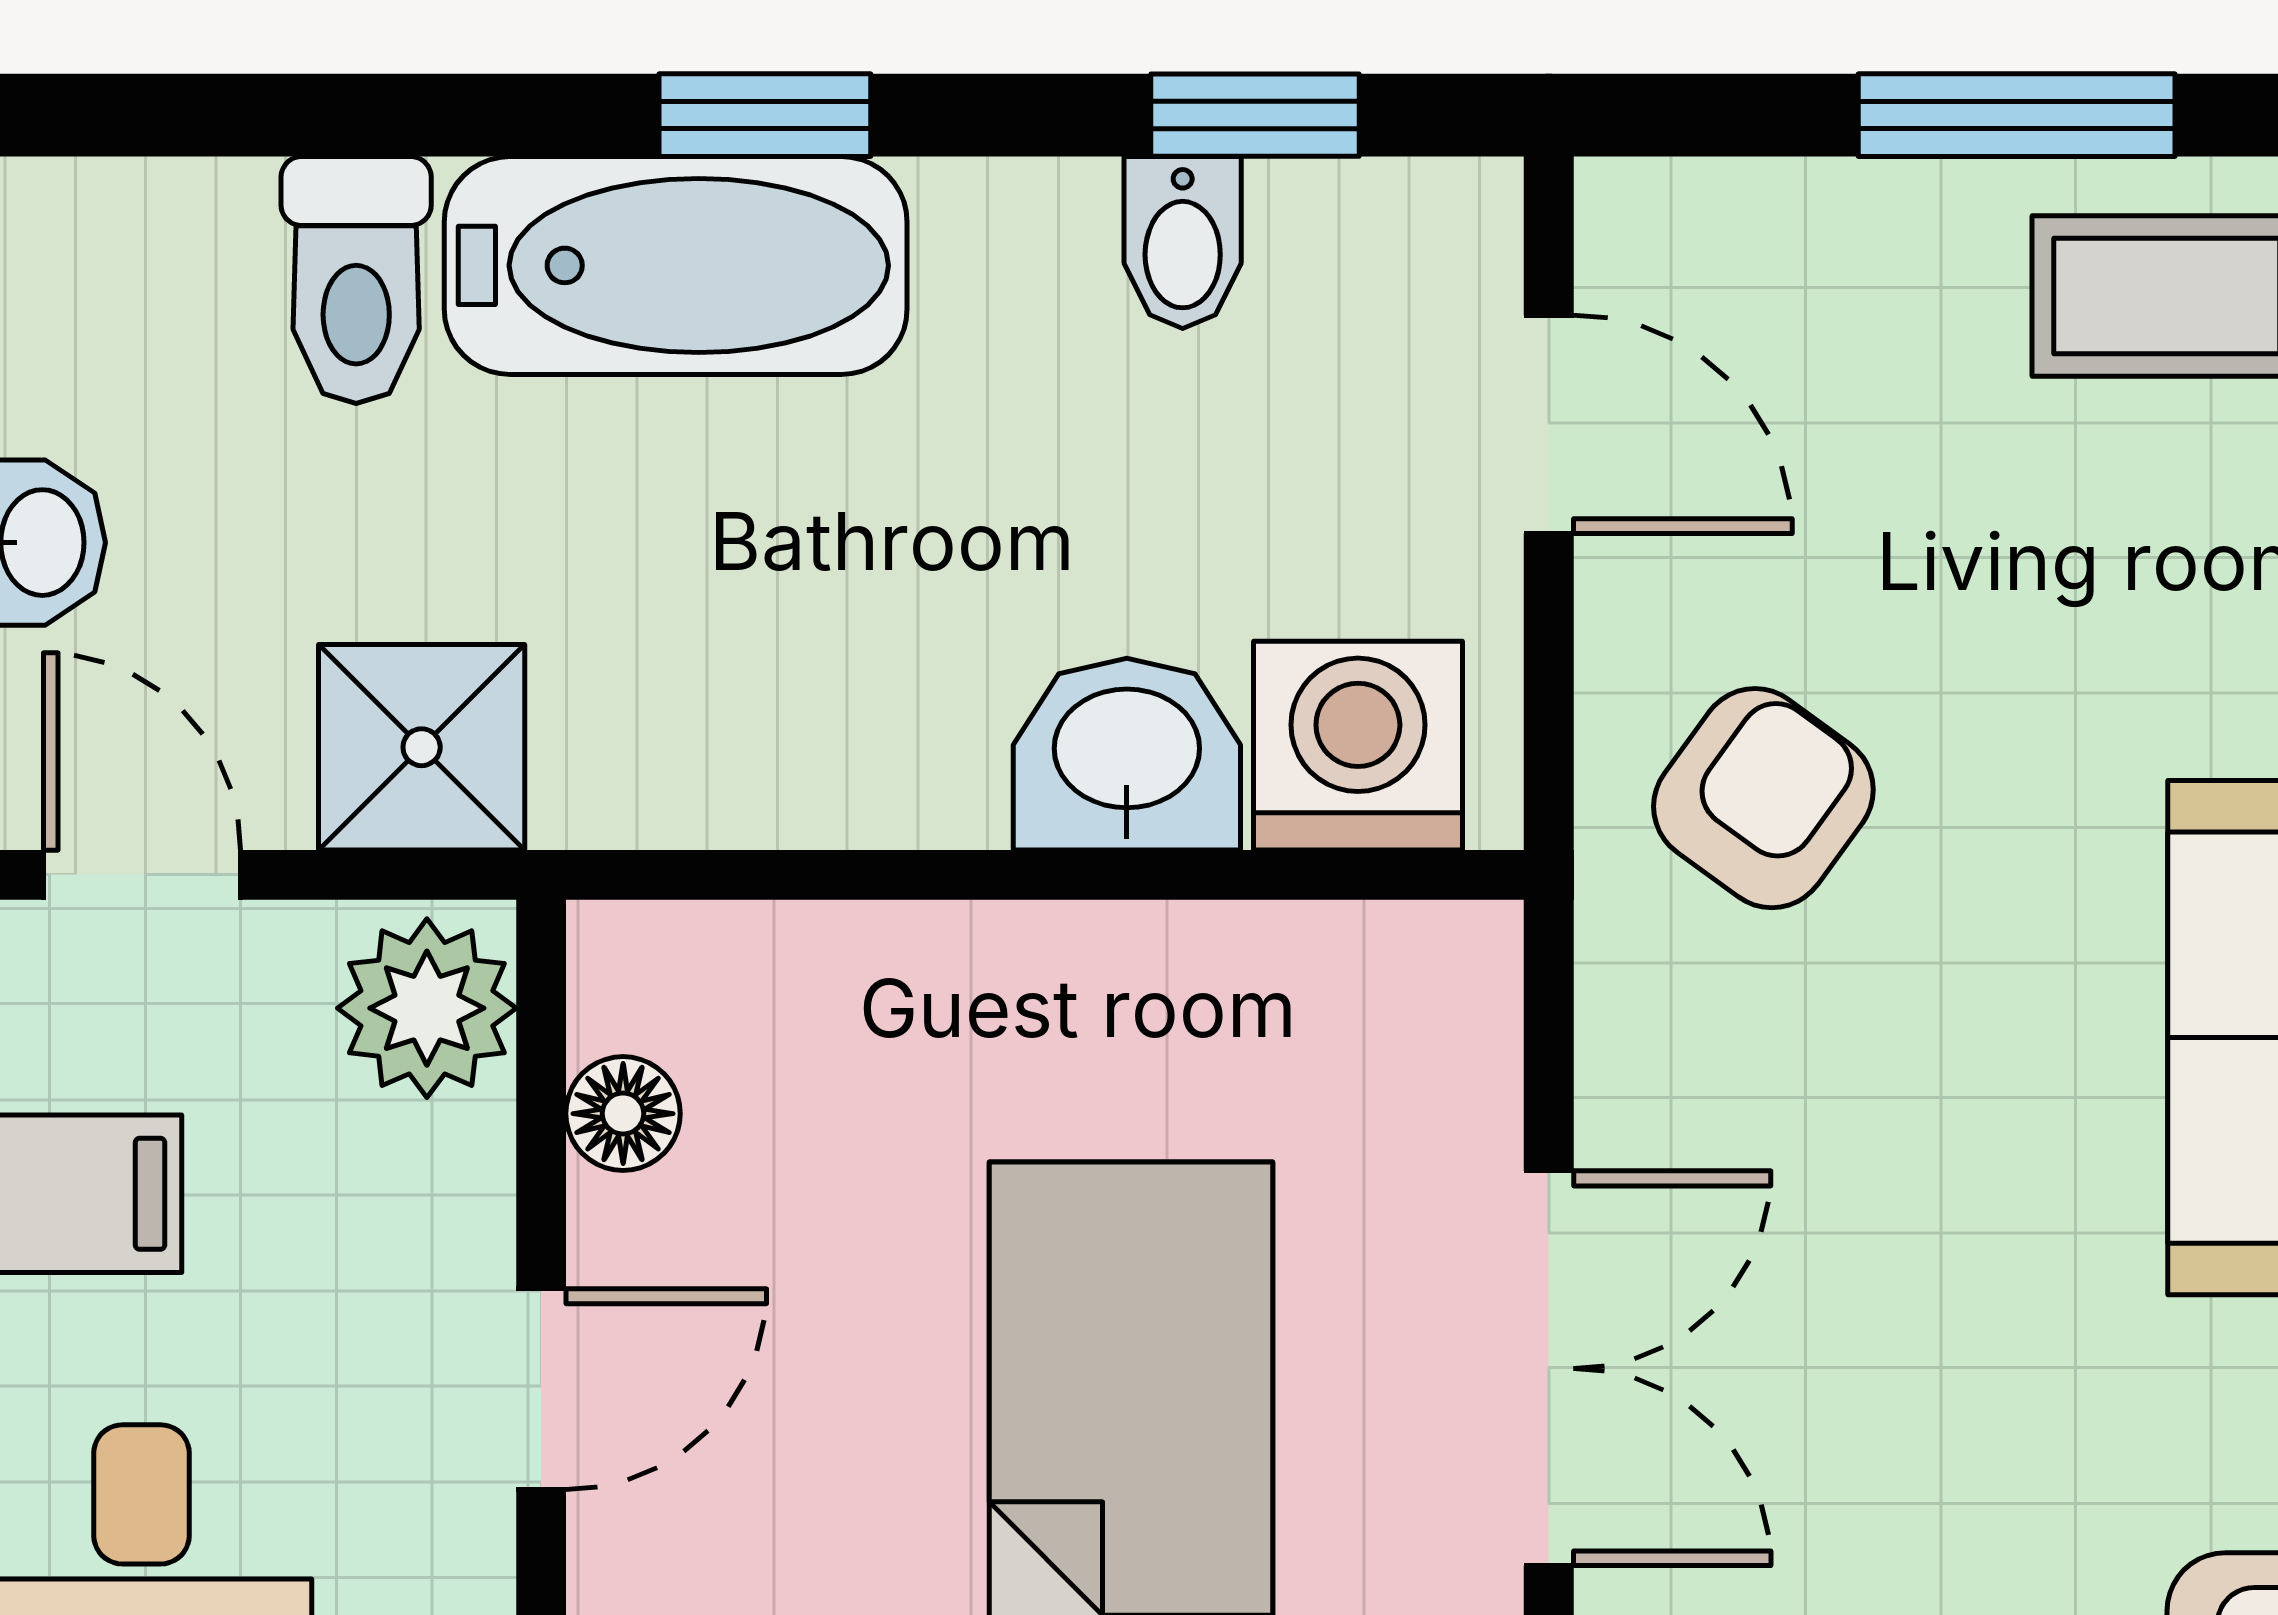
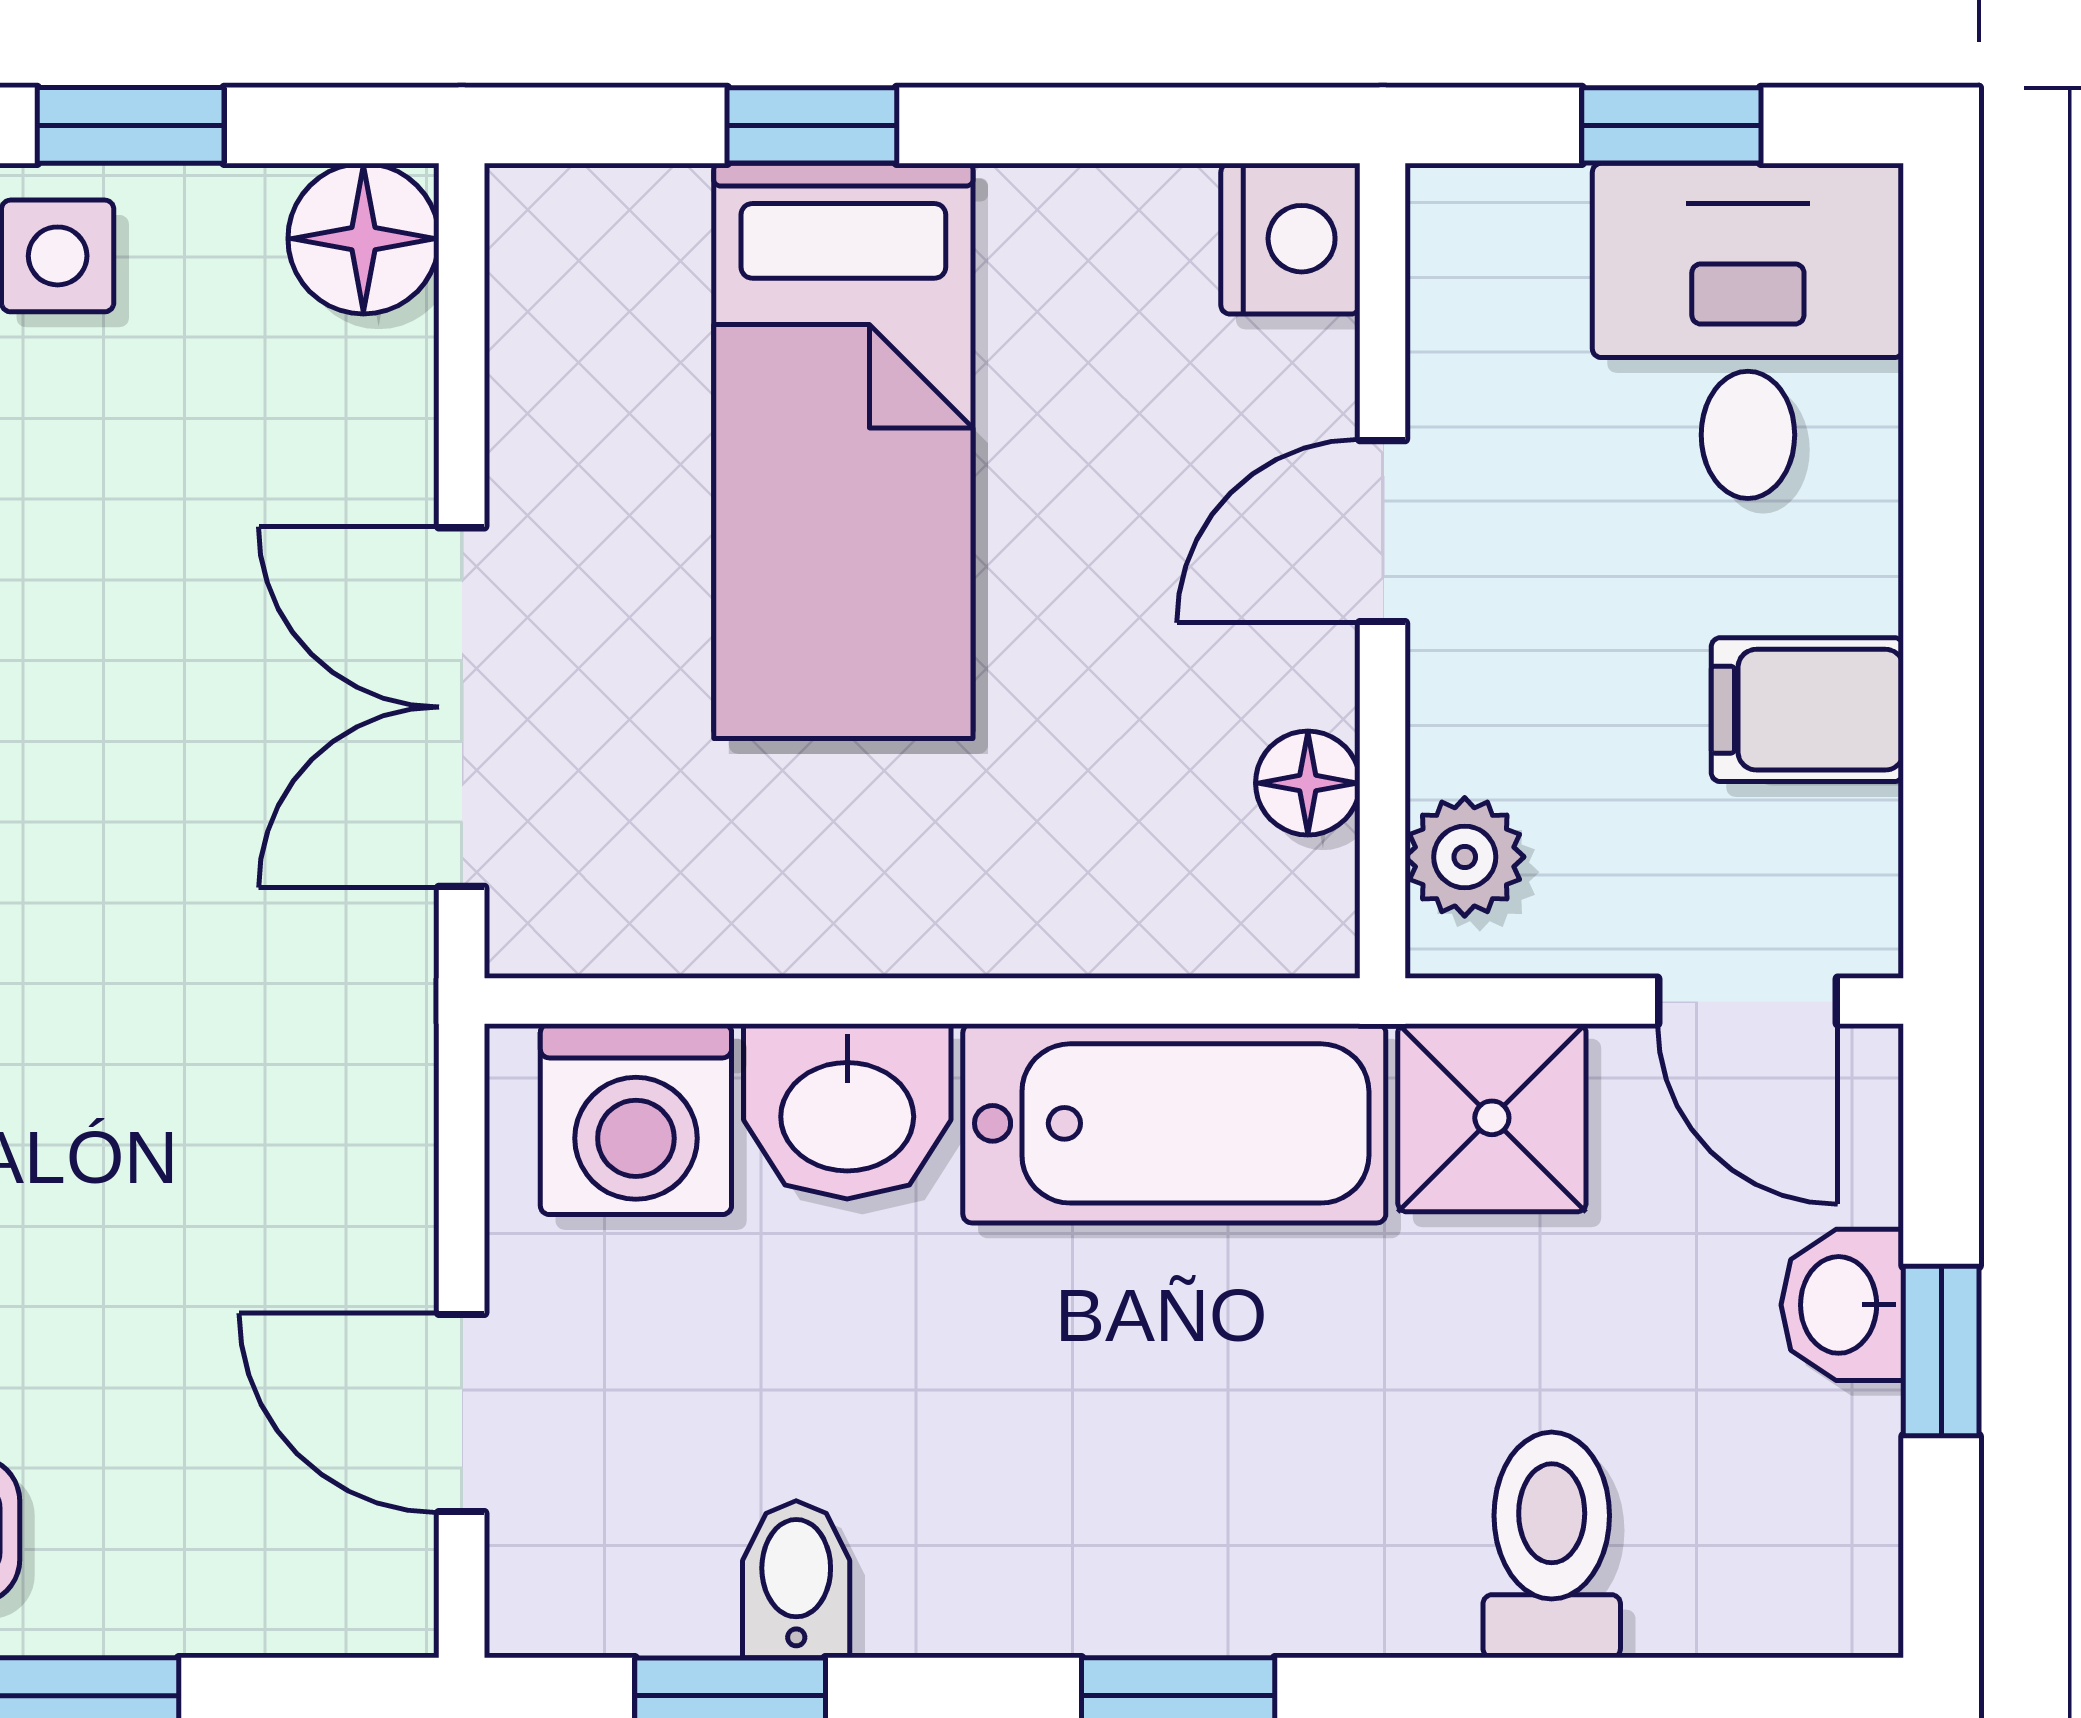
bathtub: (676, 265) -> (1174, 1123), moved, turned 180
armchair: (1763, 798) -> (265, 1071), removed
plant: (427, 1008) -> (1465, 857), width x0.73, depth x0.73
double door: (1549, 1368) -> (462, 707), moved

